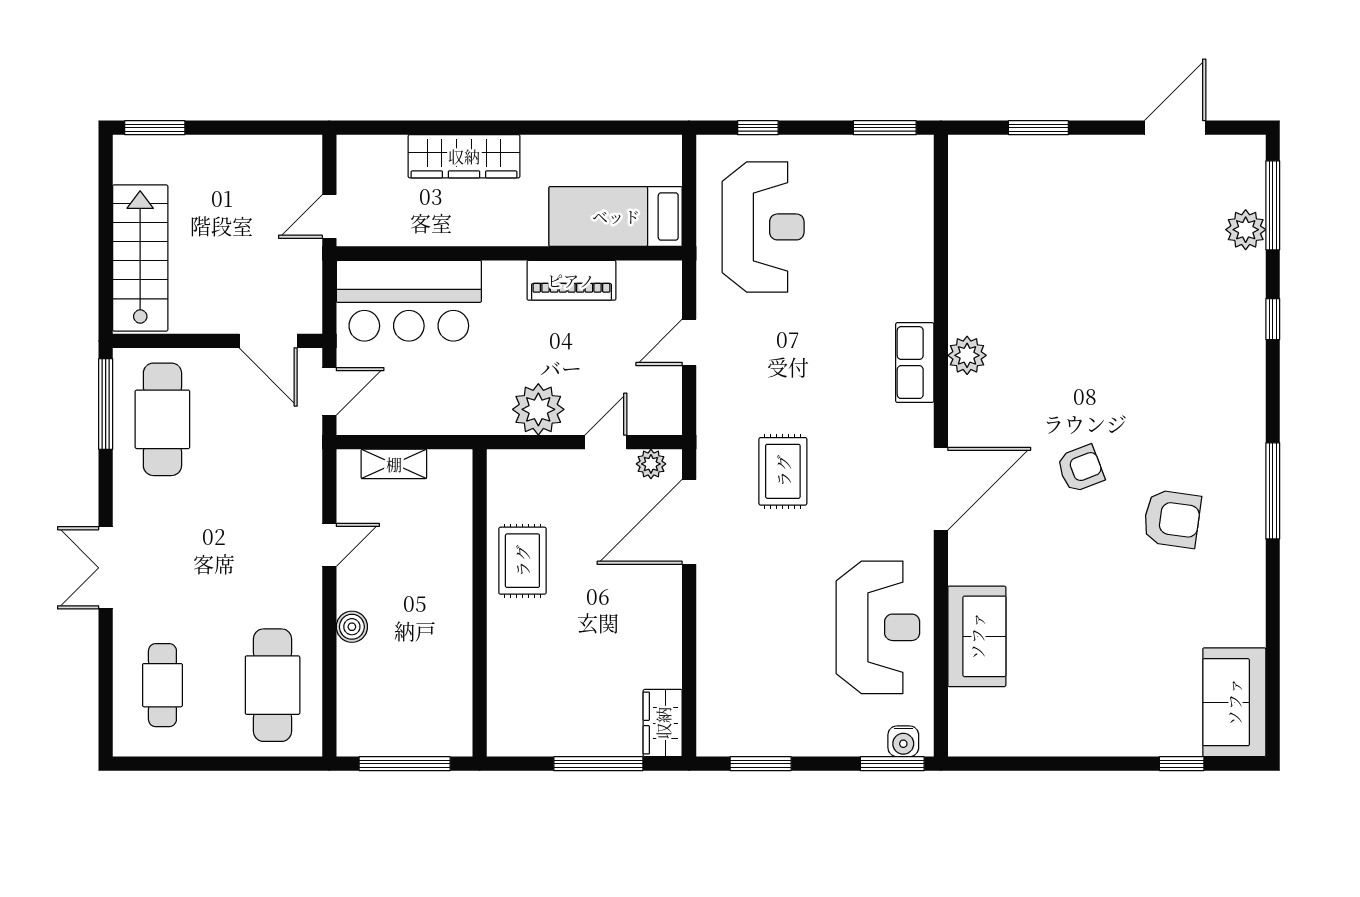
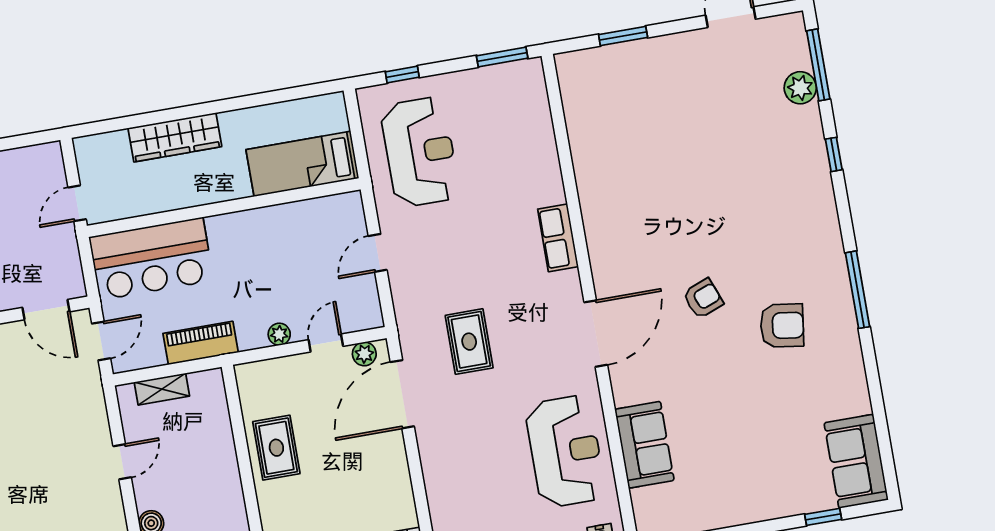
piano: (571, 280) -> (201, 343), moved, turned 180
plant: (967, 355) -> (598, 225), removed
plant: (538, 409) -> (279, 334), width x0.53, depth x0.53

